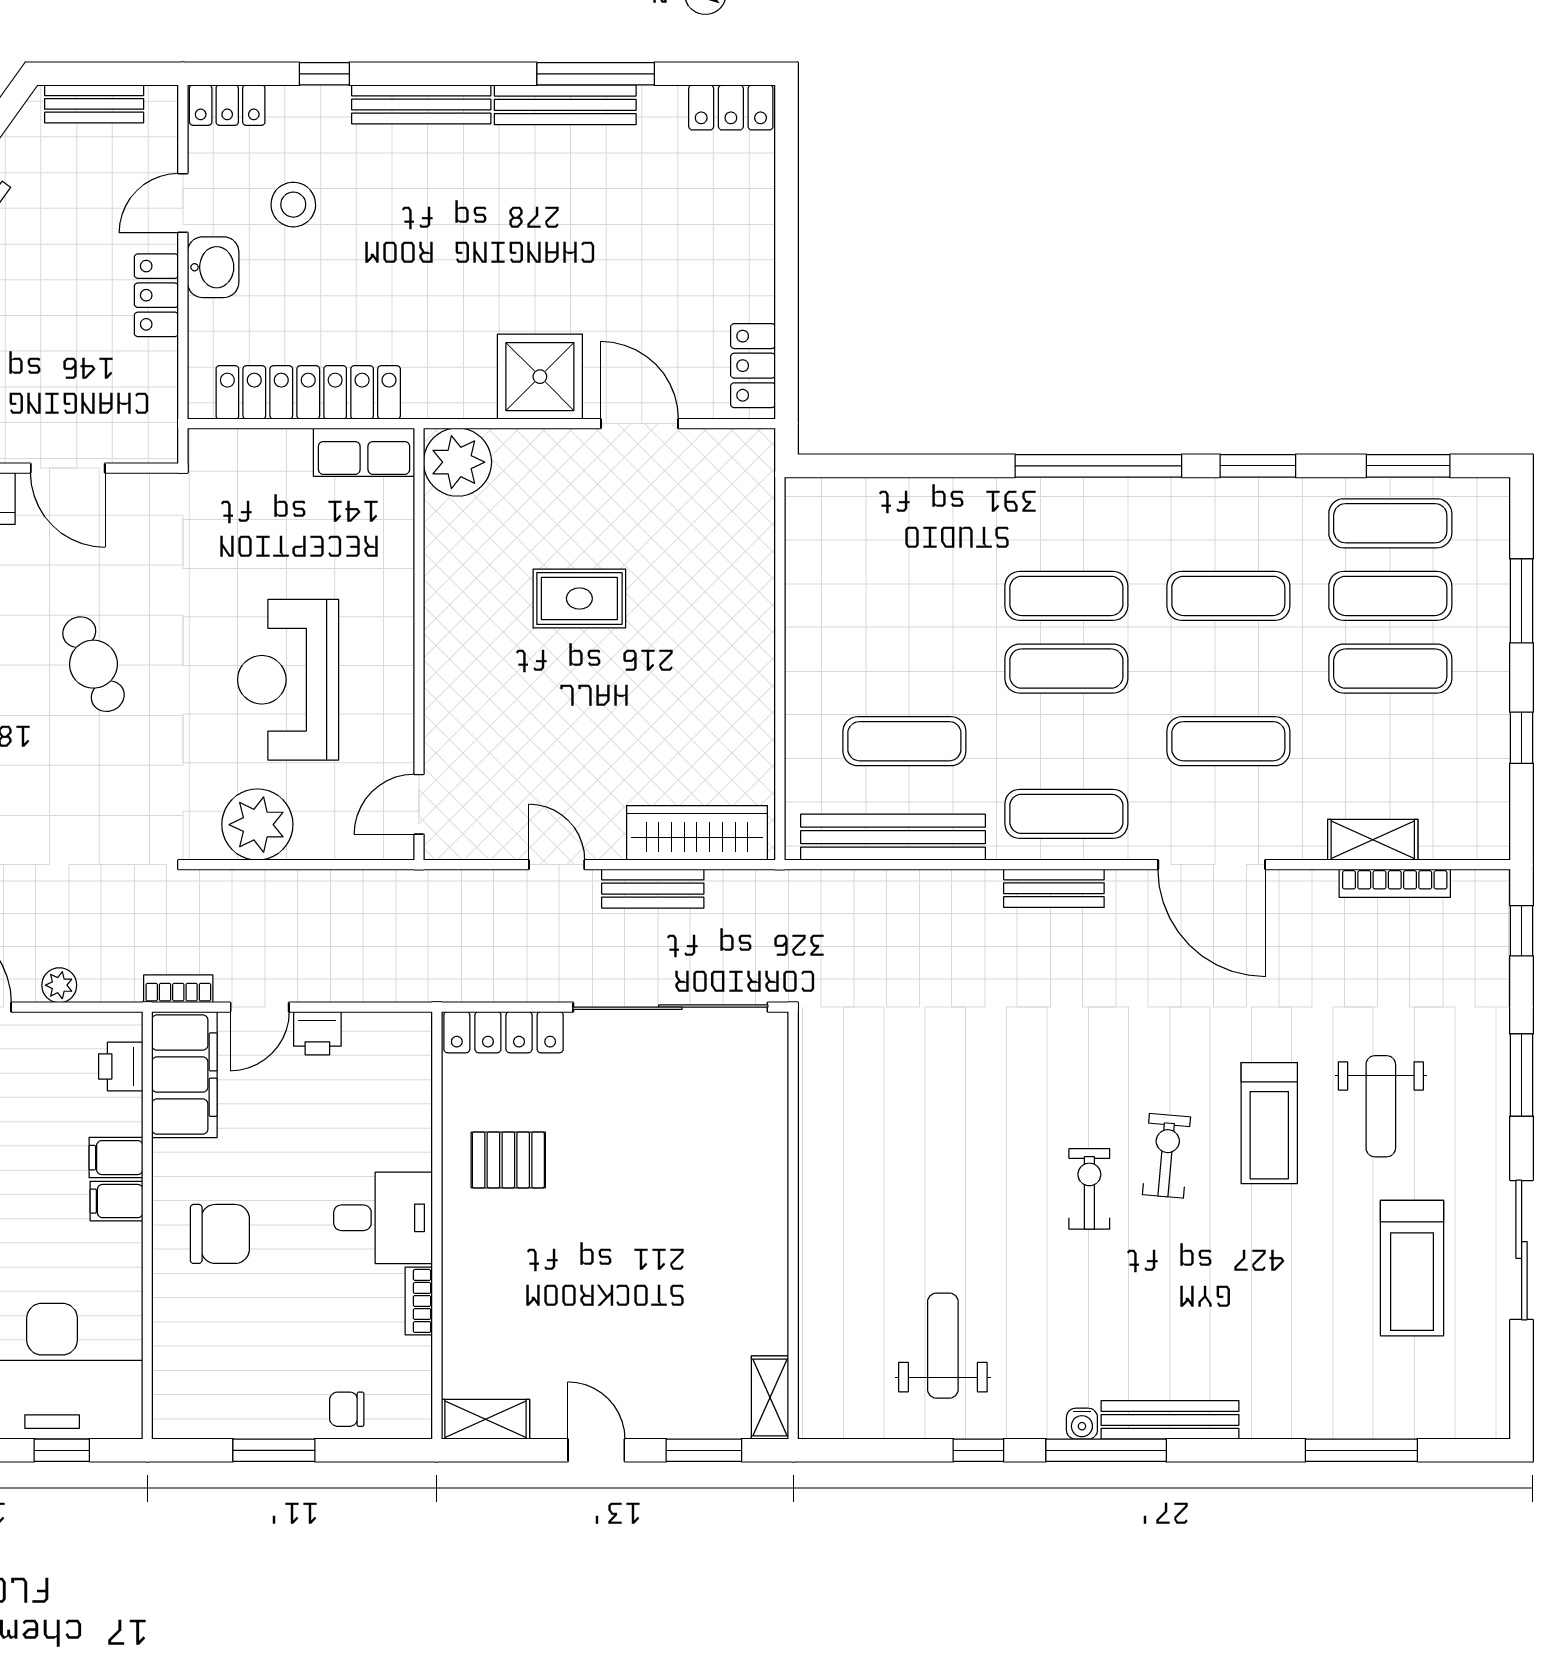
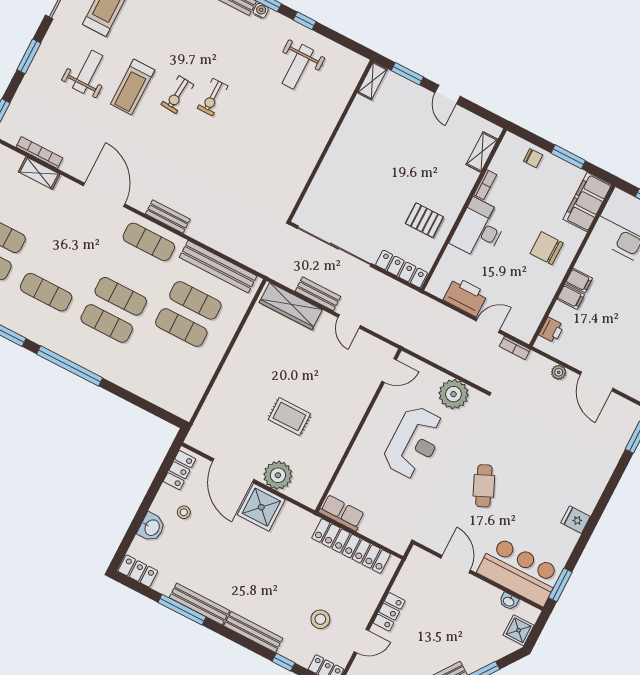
washbasin: (213, 267) -> (152, 527), moved, turned 180
stool: (698, 281) -> (184, 512), added
door: (640, 424) -> (233, 470), width x1.36
plant: (458, 462) -> (278, 475), moved
exercise mat: (1228, 741) -> (181, 328), moved
printer: (317, 1033) -> (466, 297), width x1.87, depth x1.48
filing cabinet: (184, 1075) -> (587, 202), moved
treadmill: (1269, 1123) -> (133, 87), turned 180
desk: (383, 1218) -> (479, 229), width x1.37
shelving: (485, 1419) -> (482, 152), moved, turned 90

